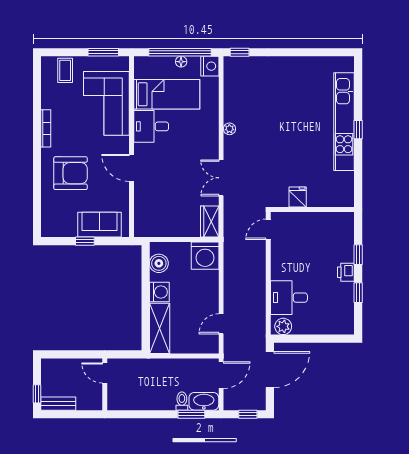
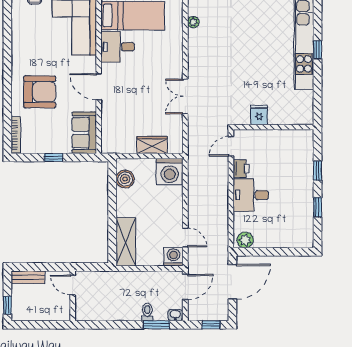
bookcase: (46, 128) -> (16, 135), moved
plant: (229, 129) -> (193, 22), moved
wardrobe: (210, 222) -> (152, 145), moved, turned 90
sofa: (100, 225) -> (84, 133), moved, turned -90
printer: (346, 272) -> (241, 169), moved, turned 180
washing machine: (159, 292) -> (173, 257), moved, turned -90
desk: (289, 298) -> (251, 195), moved
door: (221, 324) -> (185, 237), swing flipped
washbasin: (204, 401) -> (175, 315), width x0.52, depth x0.69
bench: (58, 404) -> (28, 277), moved

